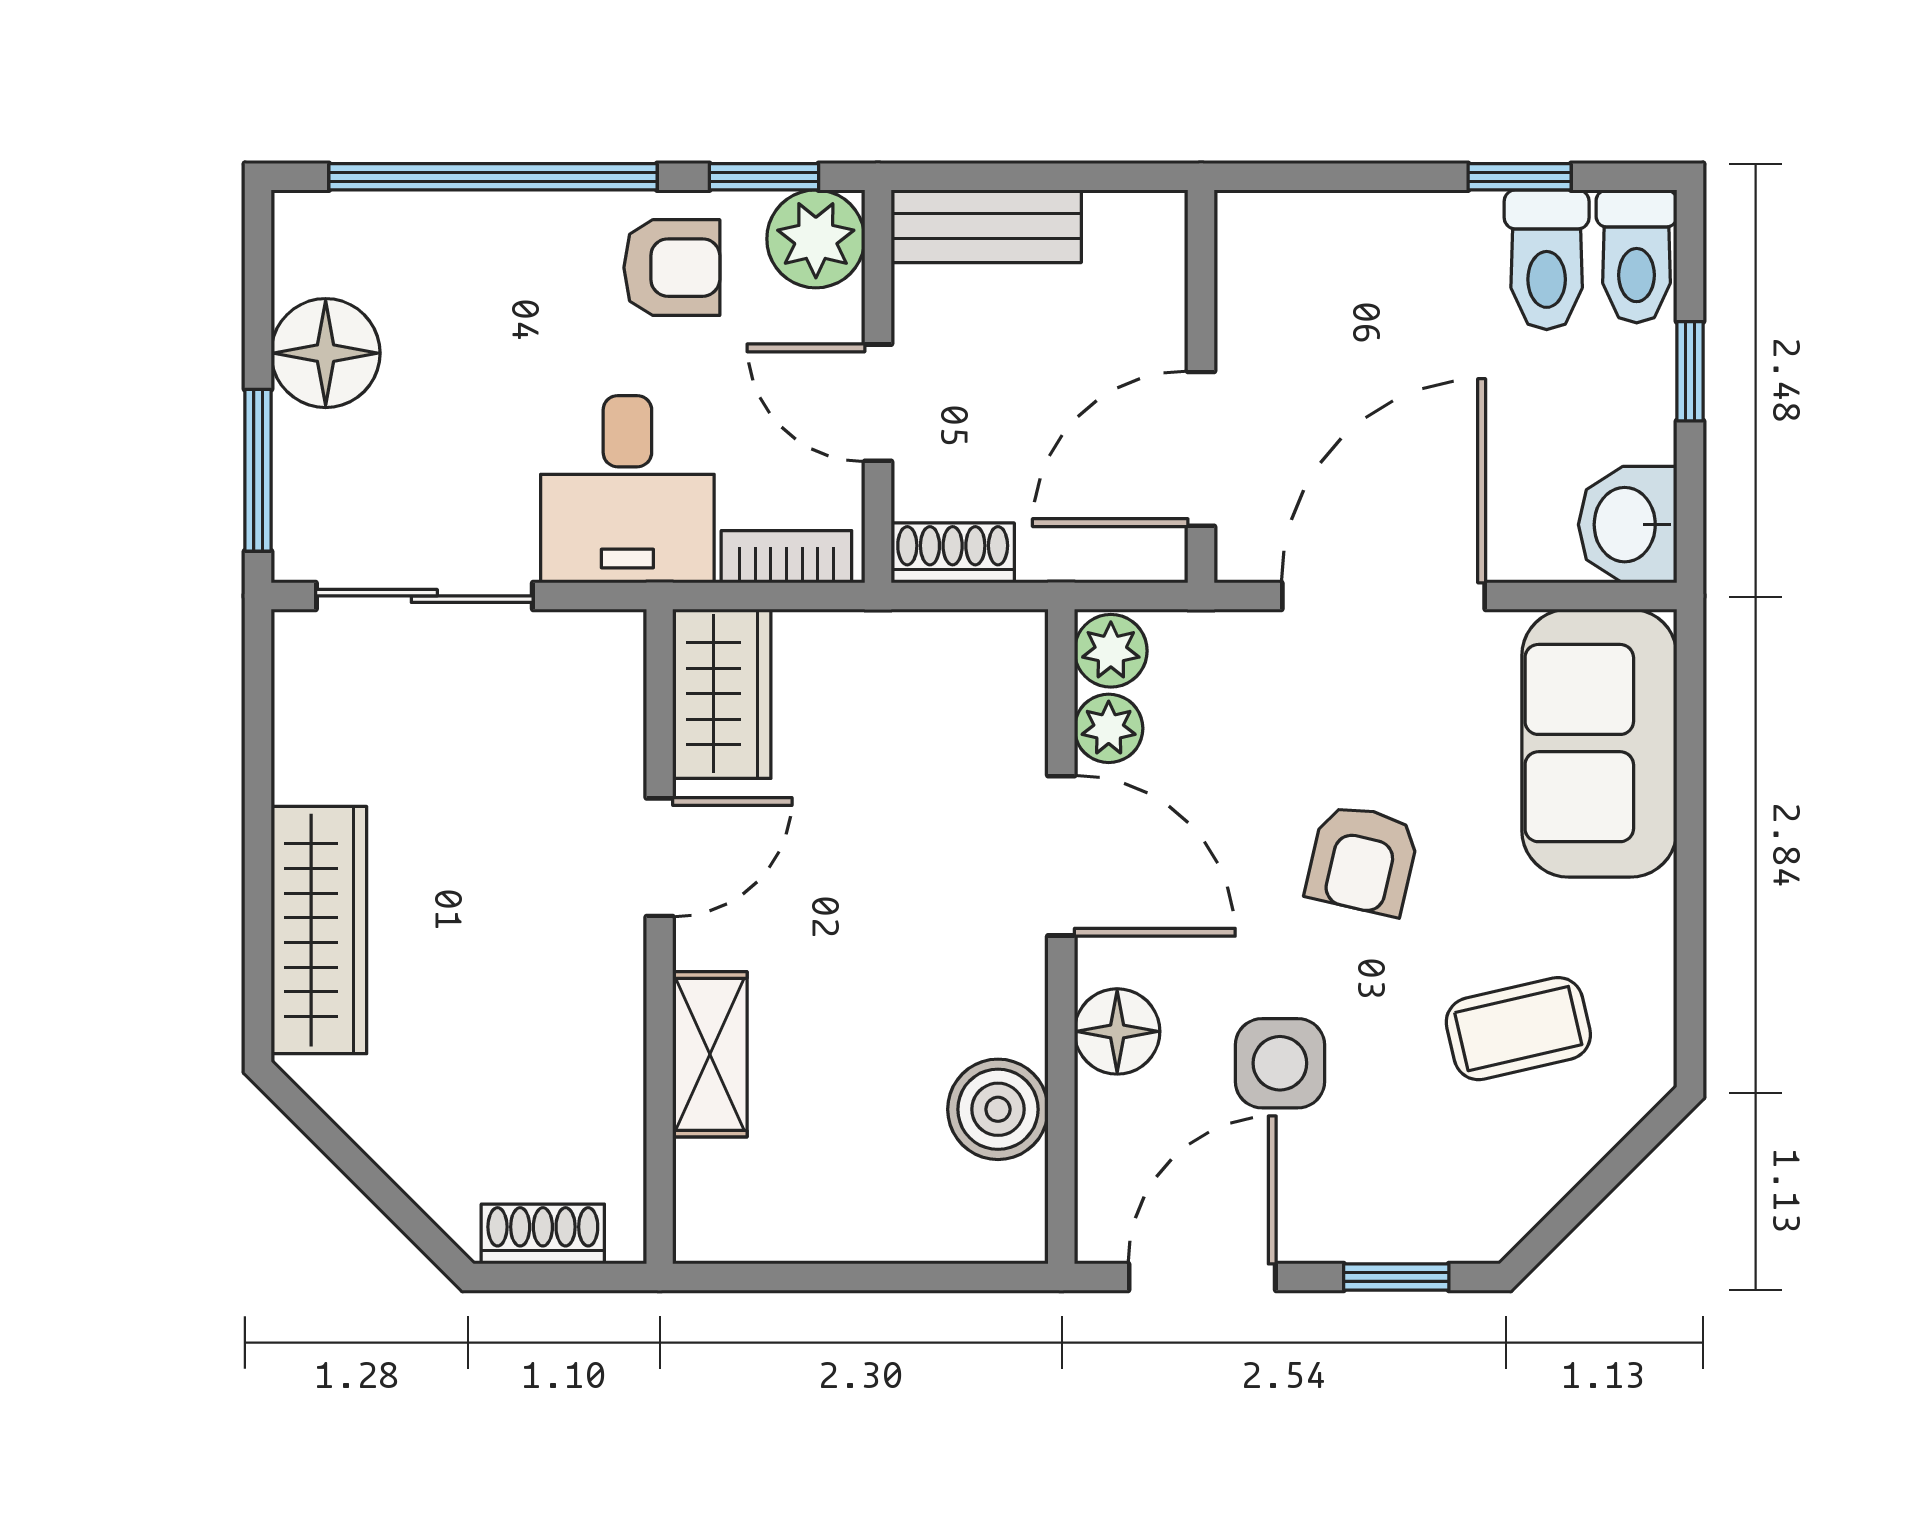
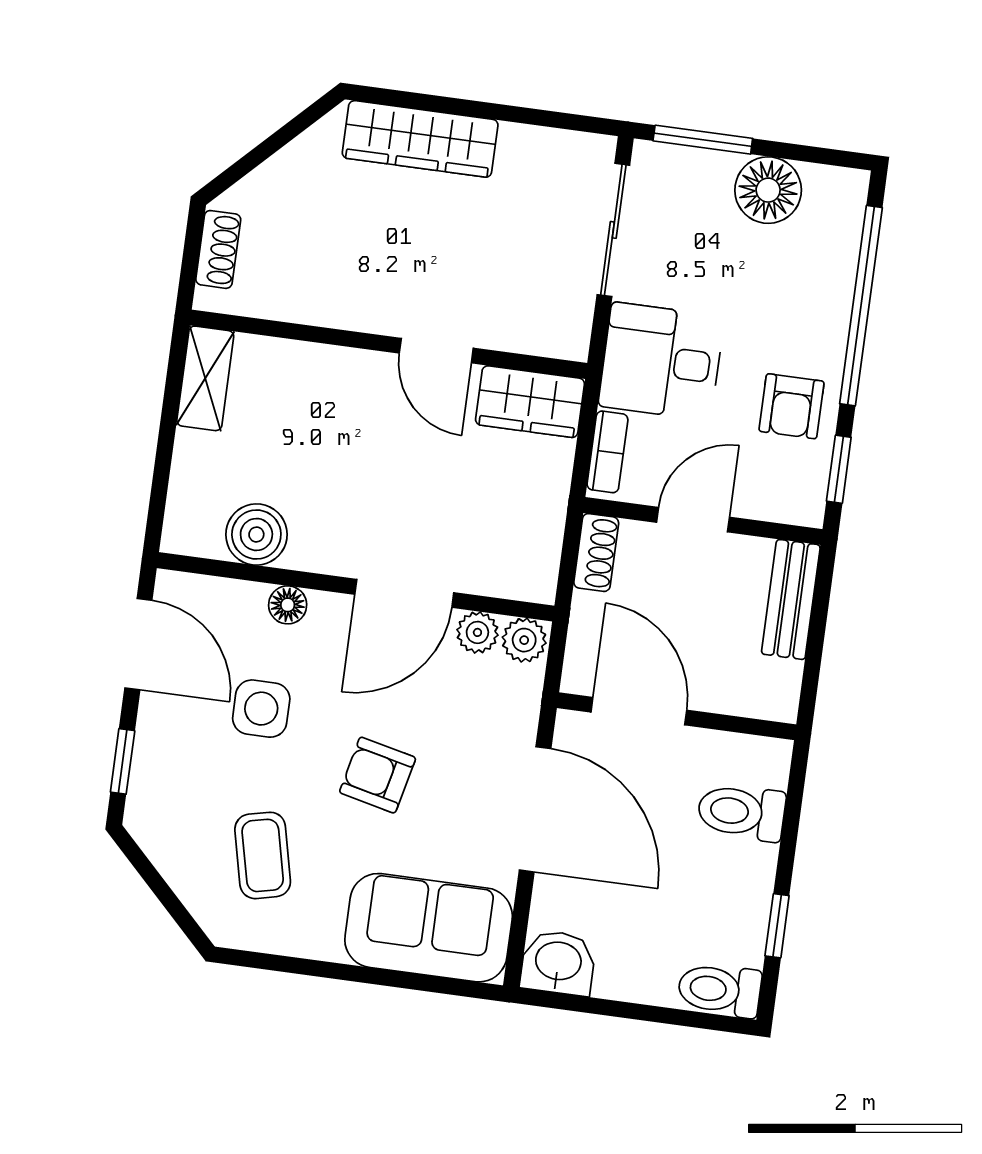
plant: (816, 239) -> (797, 496), removed
toilet: (1547, 260) -> (741, 812), moved
window: (1690, 371) -> (646, 1013), removed
floor lamp: (1117, 1031) -> (288, 605), width x0.73, depth x0.73
shelving: (710, 1054) -> (205, 378), moved, turned 90

